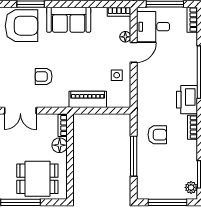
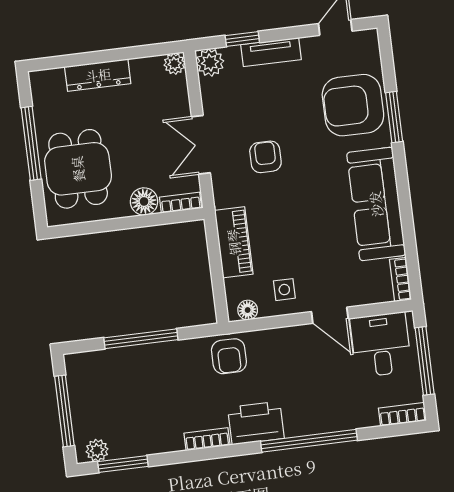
sofa: (69, 20) -> (376, 204), width x1.36
armchair: (21, 26) -> (353, 105), turned 90
floor lamp: (125, 37) -> (248, 310), moved
double door: (20, 111) -> (201, 145), moved
armchair: (157, 135) -> (229, 356), moved

